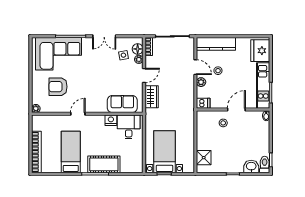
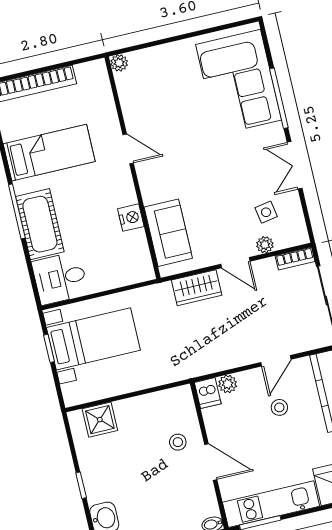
floor lamp: (138, 49) -> (285, 238), removed
plant: (201, 82) -> (228, 384), moved
armchair: (58, 87) -> (173, 97), removed
desk: (129, 127) -> (60, 278), moved, turned 180

